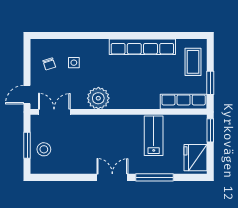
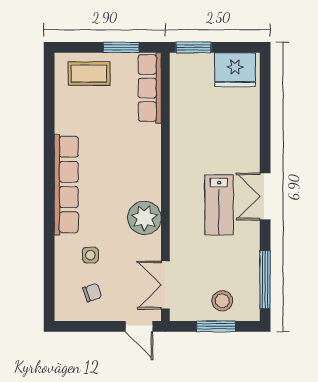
row of seats: (142, 47) -> (66, 184), moved
lab bench: (154, 136) -> (219, 205), moved, turned -90
window: (154, 177) -> (265, 280), moved

